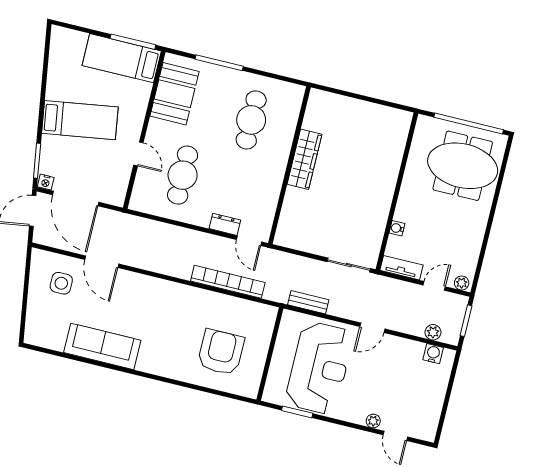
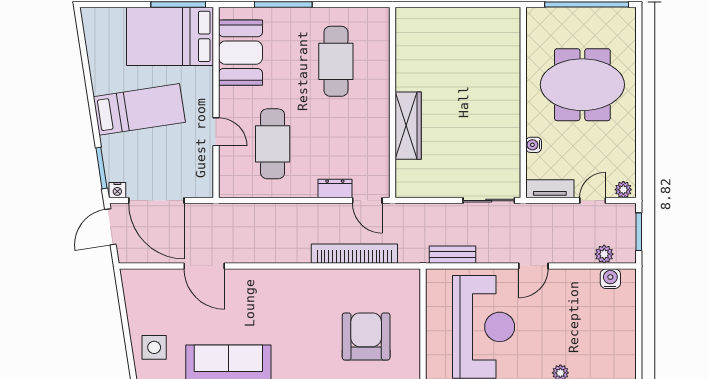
bed: (122, 58) -> (170, 36), width x1.50
wardrobe: (304, 159) -> (408, 126), moved
meeting table: (463, 166) -> (582, 85), moved
side table: (61, 283) -> (154, 347), moved

